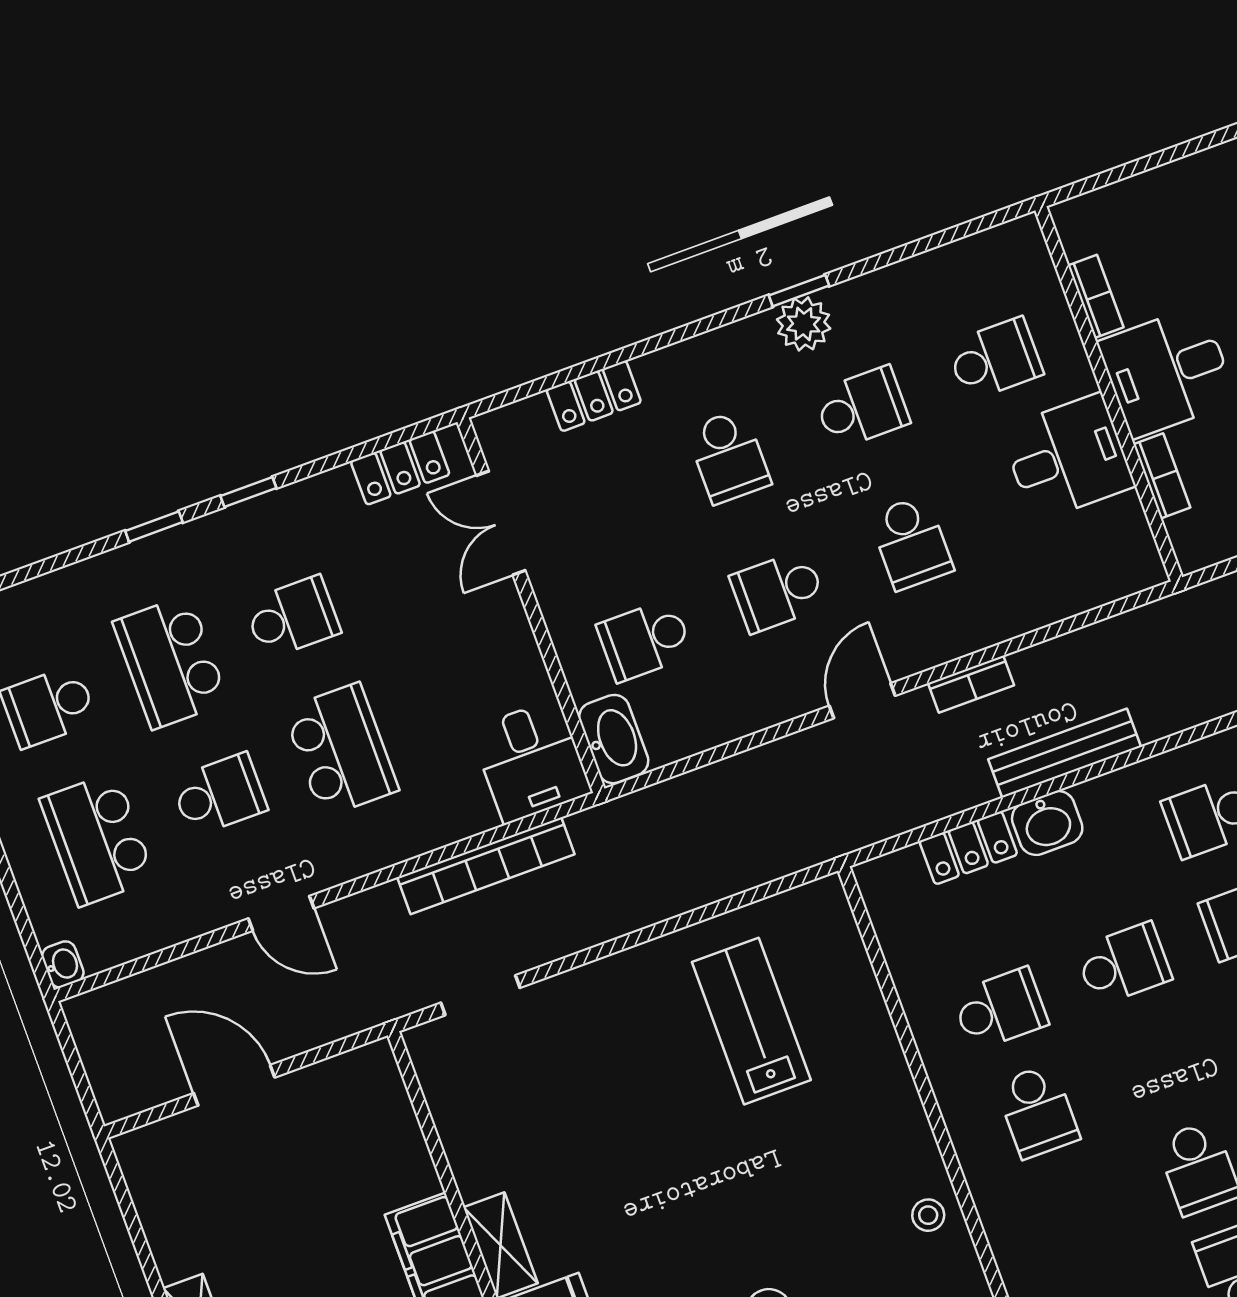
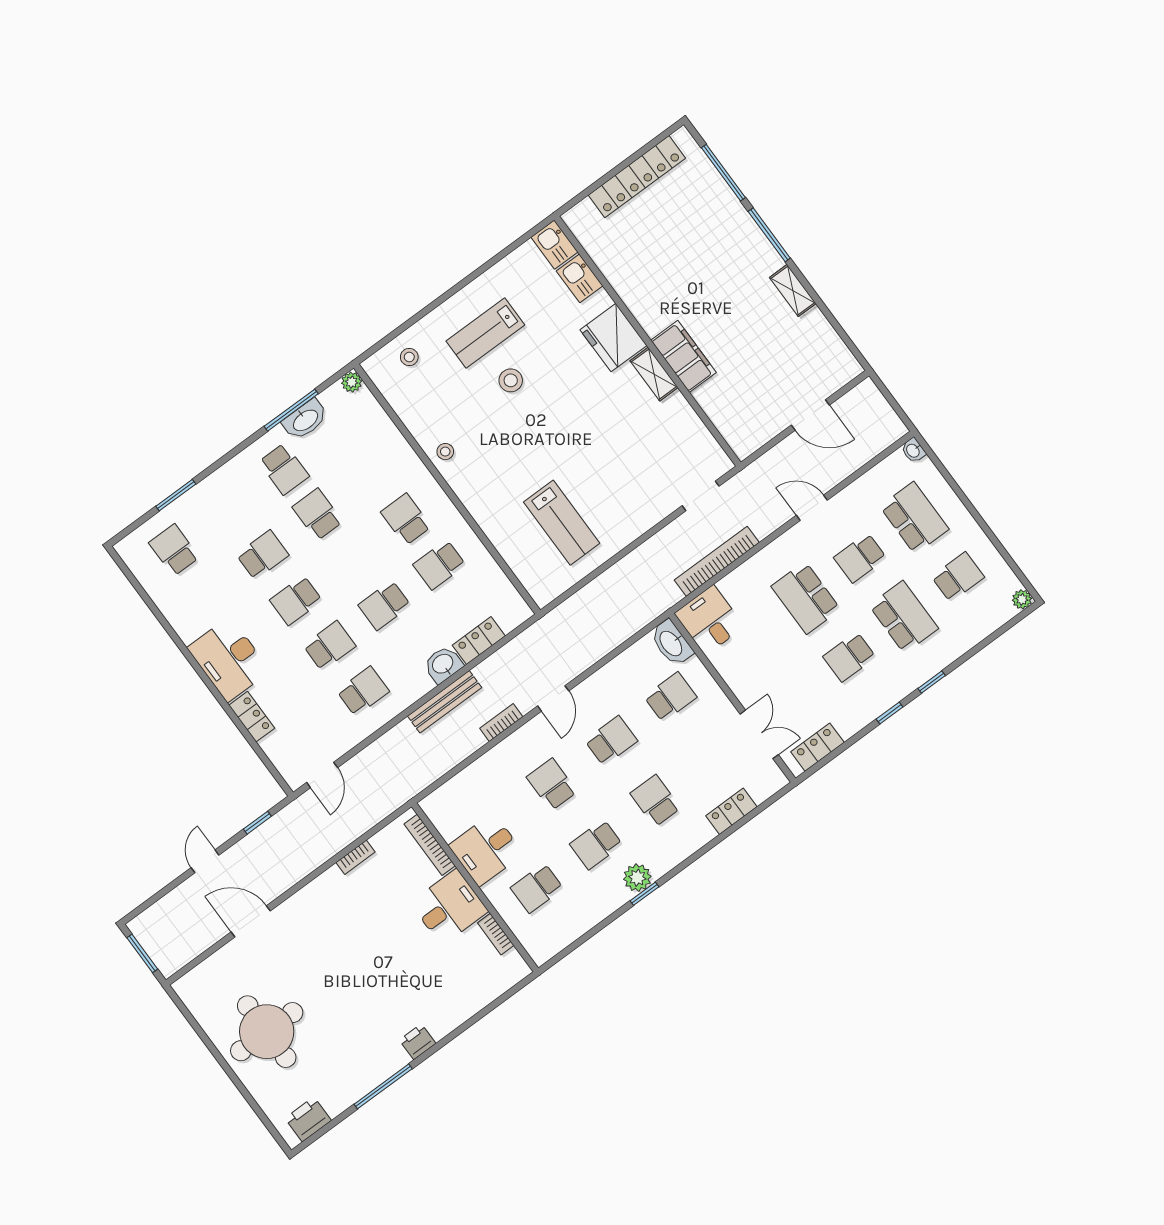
bookcase: (1162, 476) -> (430, 845), width x1.56

